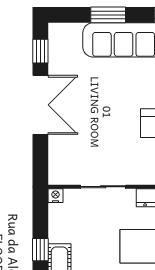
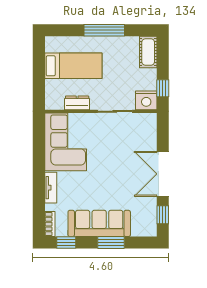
nightstand: (55, 196) -> (146, 100), width x1.89, depth x1.79
window: (40, 250) -> (163, 88), moved

